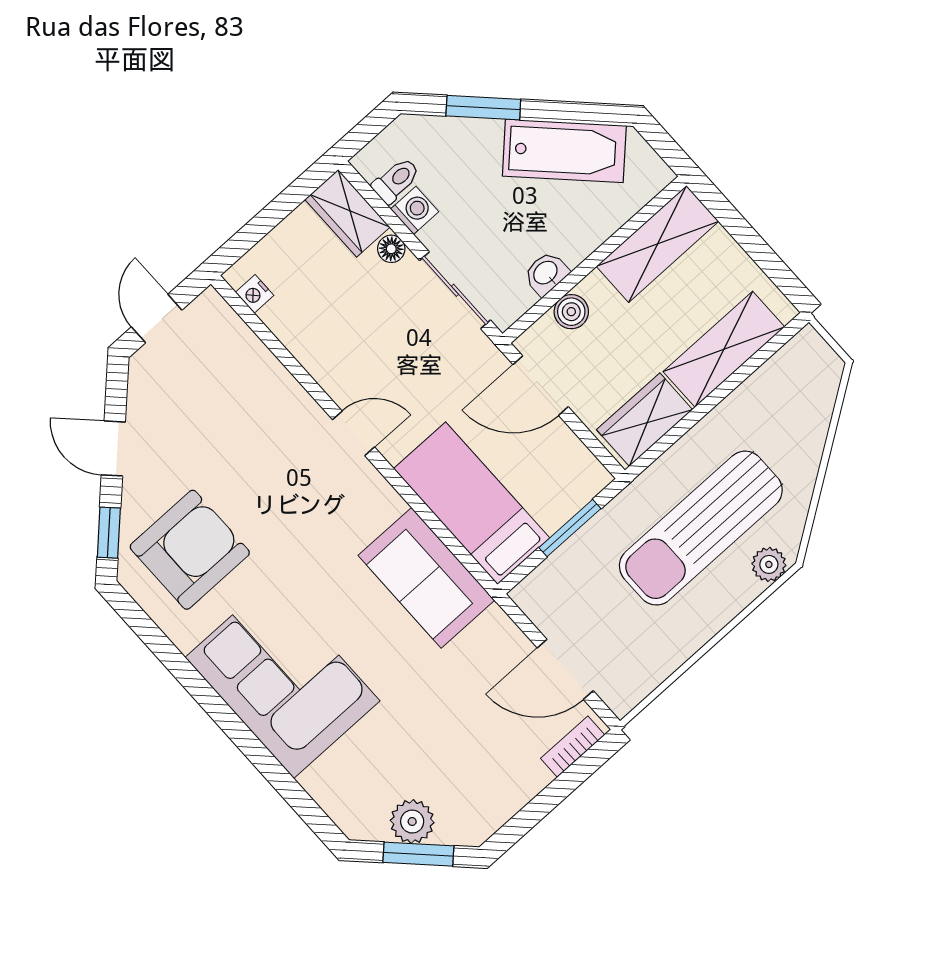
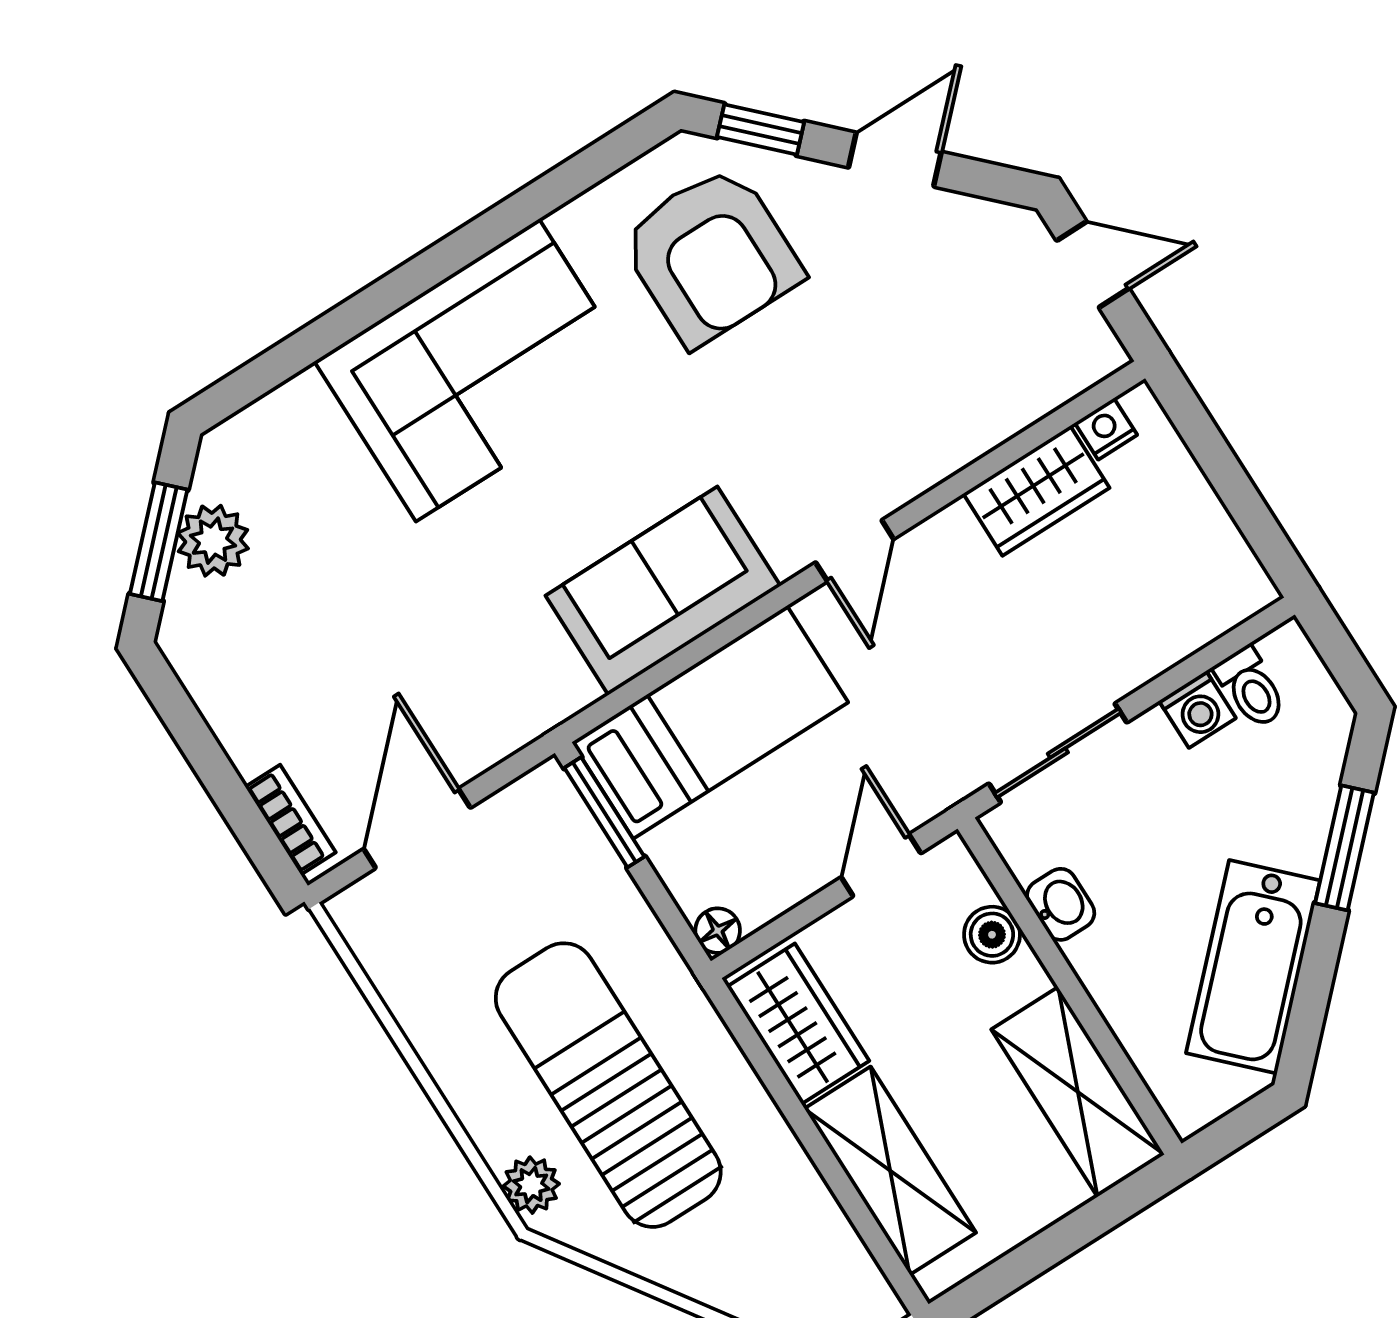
wardrobe: (347, 213) -> (1036, 491), moved, turned 180
floor lamp: (391, 249) -> (718, 931), moved
door: (541, 386) -> (881, 865), width x0.73
window: (570, 528) -> (604, 812), moved
sofa: (426, 578) -> (663, 591), moved

